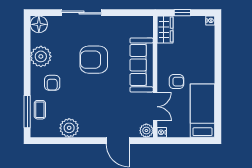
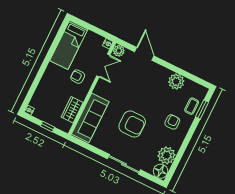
wardrobe: (165, 29) -> (72, 110), moved
plant: (41, 56) -> (167, 155), moved
sofa: (142, 65) -> (90, 118), moved
double door: (155, 107) -> (103, 66), swing flipped
window: (27, 112) -> (202, 109), width x0.69

